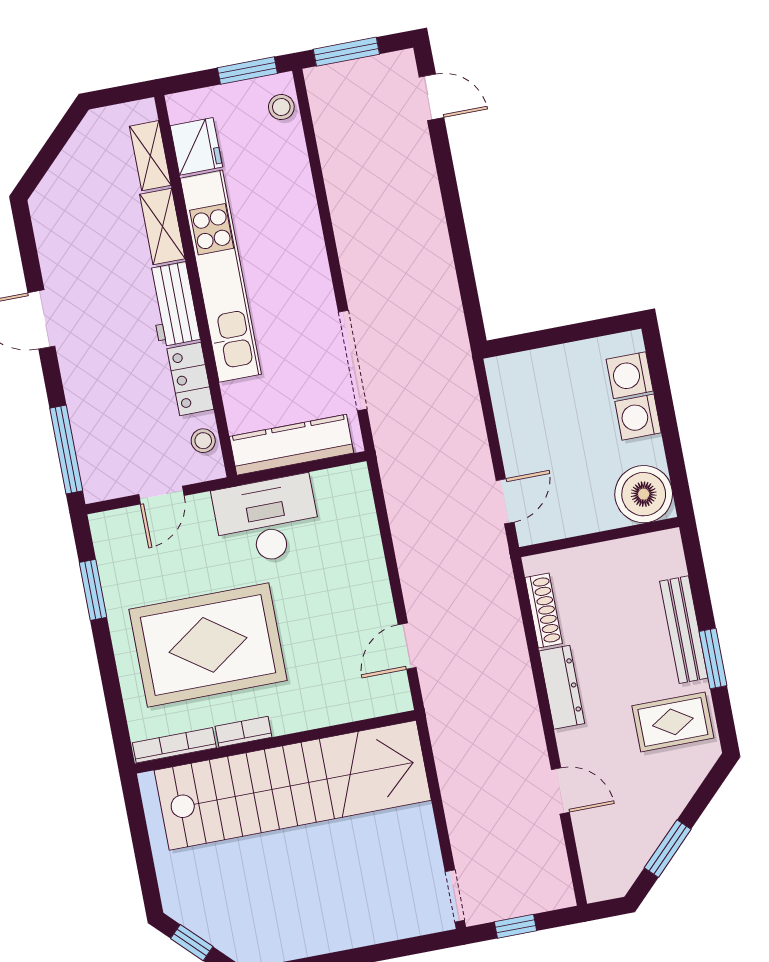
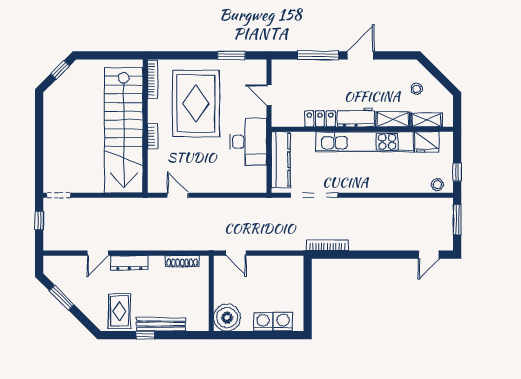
window: (247, 71) -> (457, 172), width x0.67
bookcase: (452, 313) -> (327, 245), added
stool: (203, 441) -> (417, 89), moved
window: (66, 450) -> (318, 55), moved
window: (713, 658) -> (145, 335), width x0.67
dresser: (562, 687) -> (129, 263), moved
bookcase: (244, 732) -> (153, 136), moved

